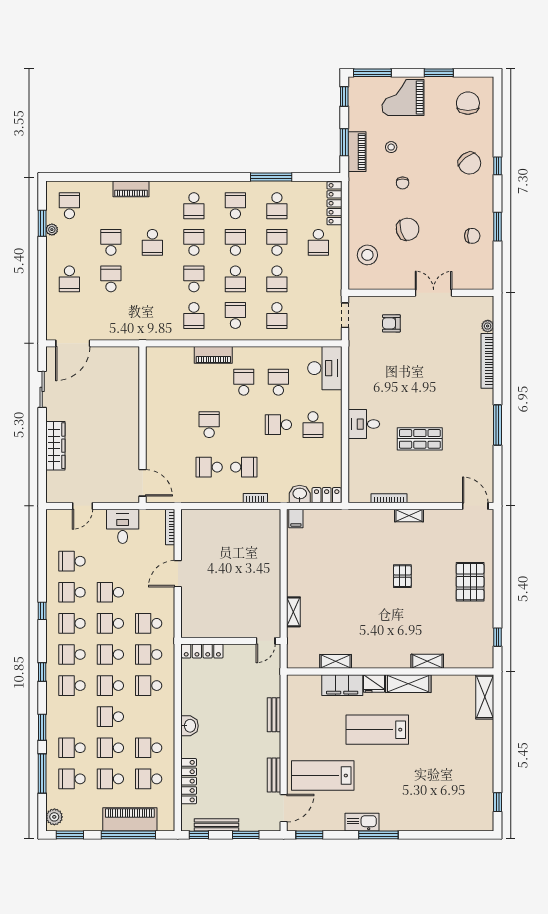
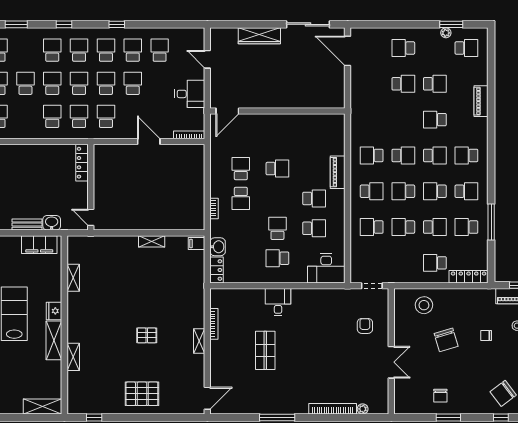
school desk: (235, 242) -> (435, 191), turned 180
sliding door: (42, 389) -> (308, 24), width x1.37
shelving: (293, 612) -> (152, 241), moved
filing cabinet: (342, 685) -> (39, 245), moved, turned -90
washbasin: (190, 726) -> (52, 223), moved, turned 180

